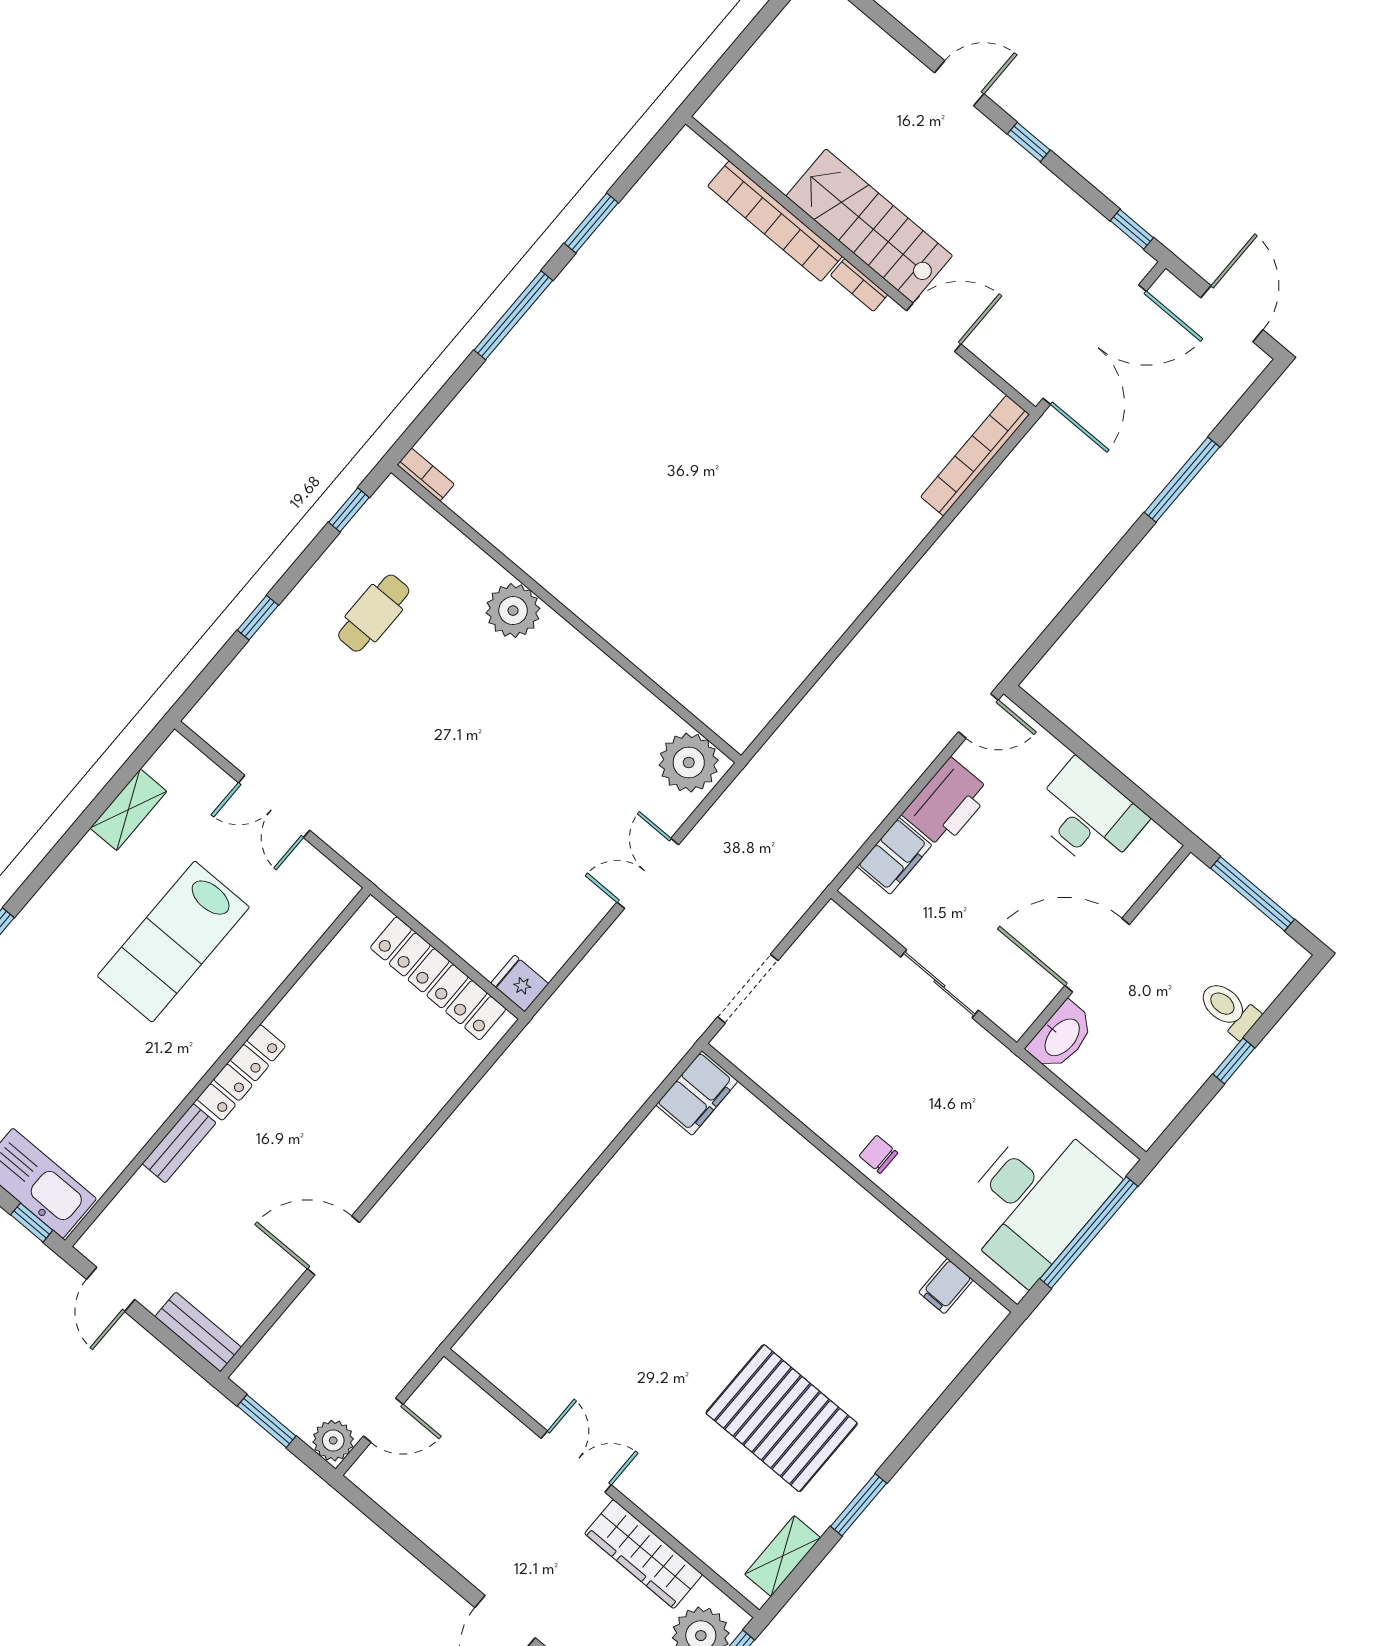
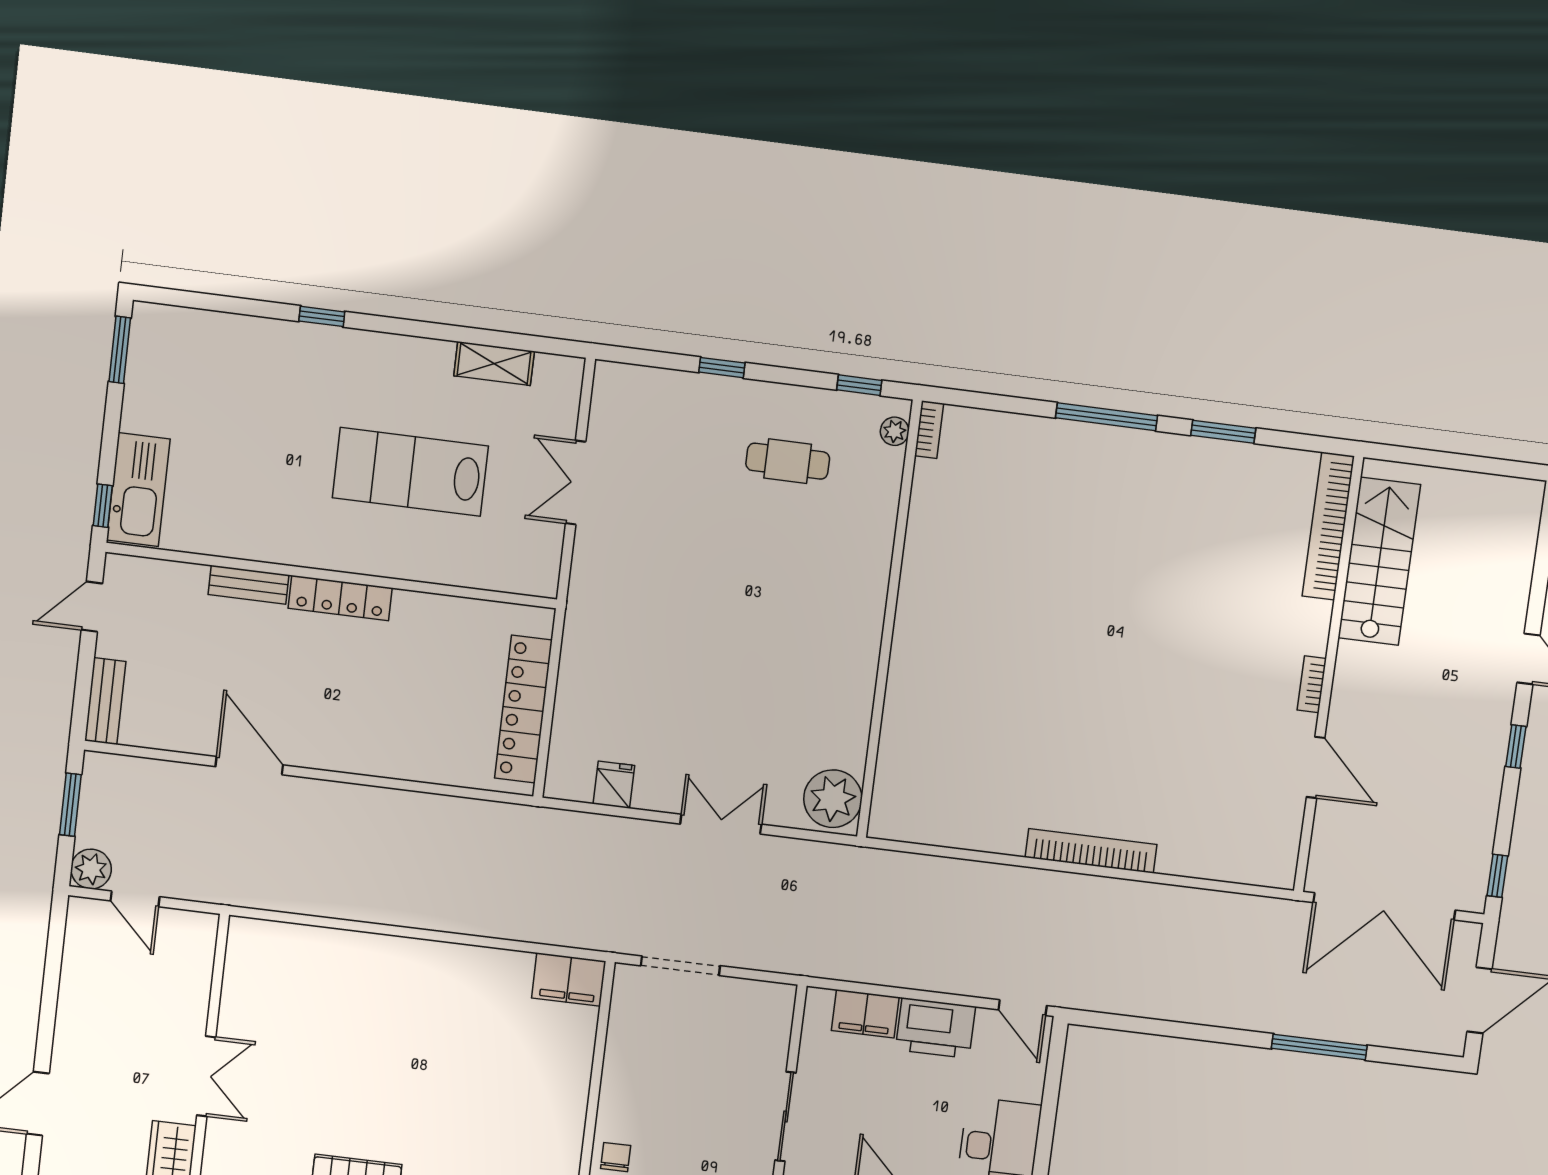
bookcase: (775, 221) -> (1328, 526), moved
stairs: (869, 226) -> (1379, 561), moved
bookcase: (975, 456) -> (1091, 851), moved
plant: (513, 611) -> (895, 431), moved, width x0.53, depth x0.53
fridge: (520, 983) -> (614, 785), moved

